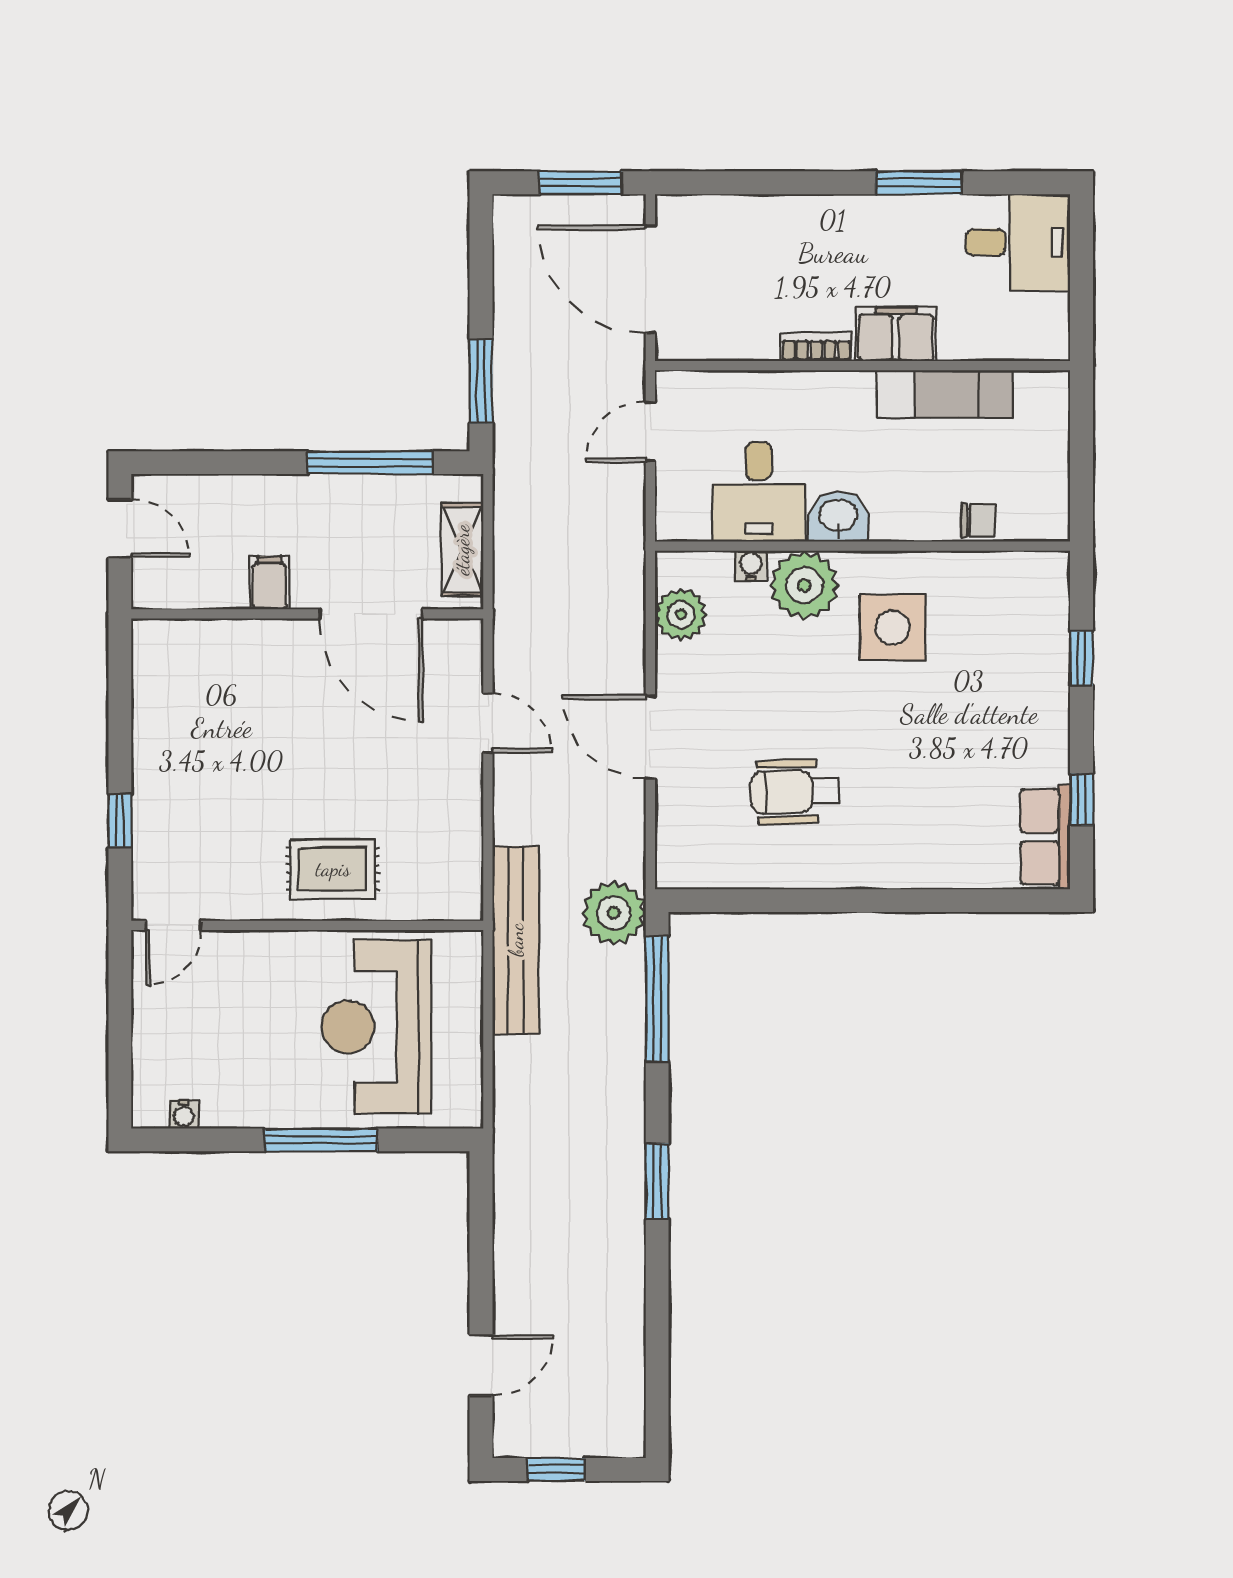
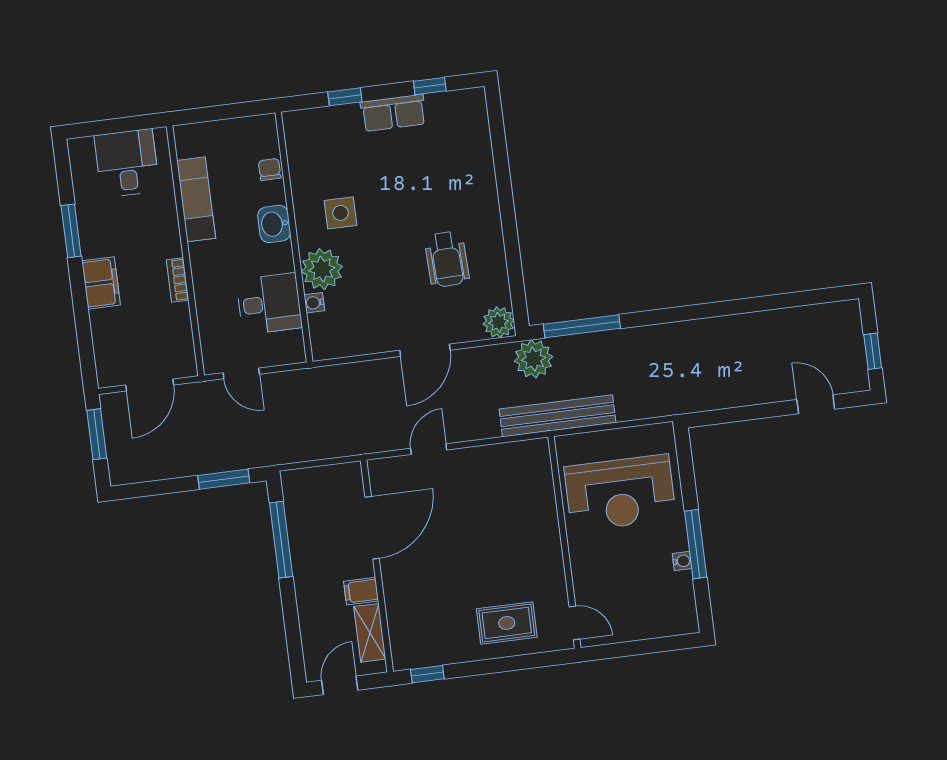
desk: (1018, 242) -> (127, 163), moved
door: (650, 279) -> (150, 385), width x0.73
filing cabinet: (896, 334) -> (101, 283), moved, turned 180
washbasin: (838, 516) -> (274, 224), moved
shelving: (462, 550) -> (370, 633), moved, turned 90
plant: (681, 615) -> (498, 322), moved
side table: (892, 627) -> (341, 213), width x0.73, depth x0.73
window: (120, 821) -> (427, 674), moved
row of seats: (1045, 837) -> (393, 113), moved
rug: (333, 869) -> (507, 623), moved, turned 90
water cooler: (184, 1114) -> (682, 561), moved
window: (321, 1140) -> (696, 544), moved
window: (657, 1182) -> (692, 312), removed

